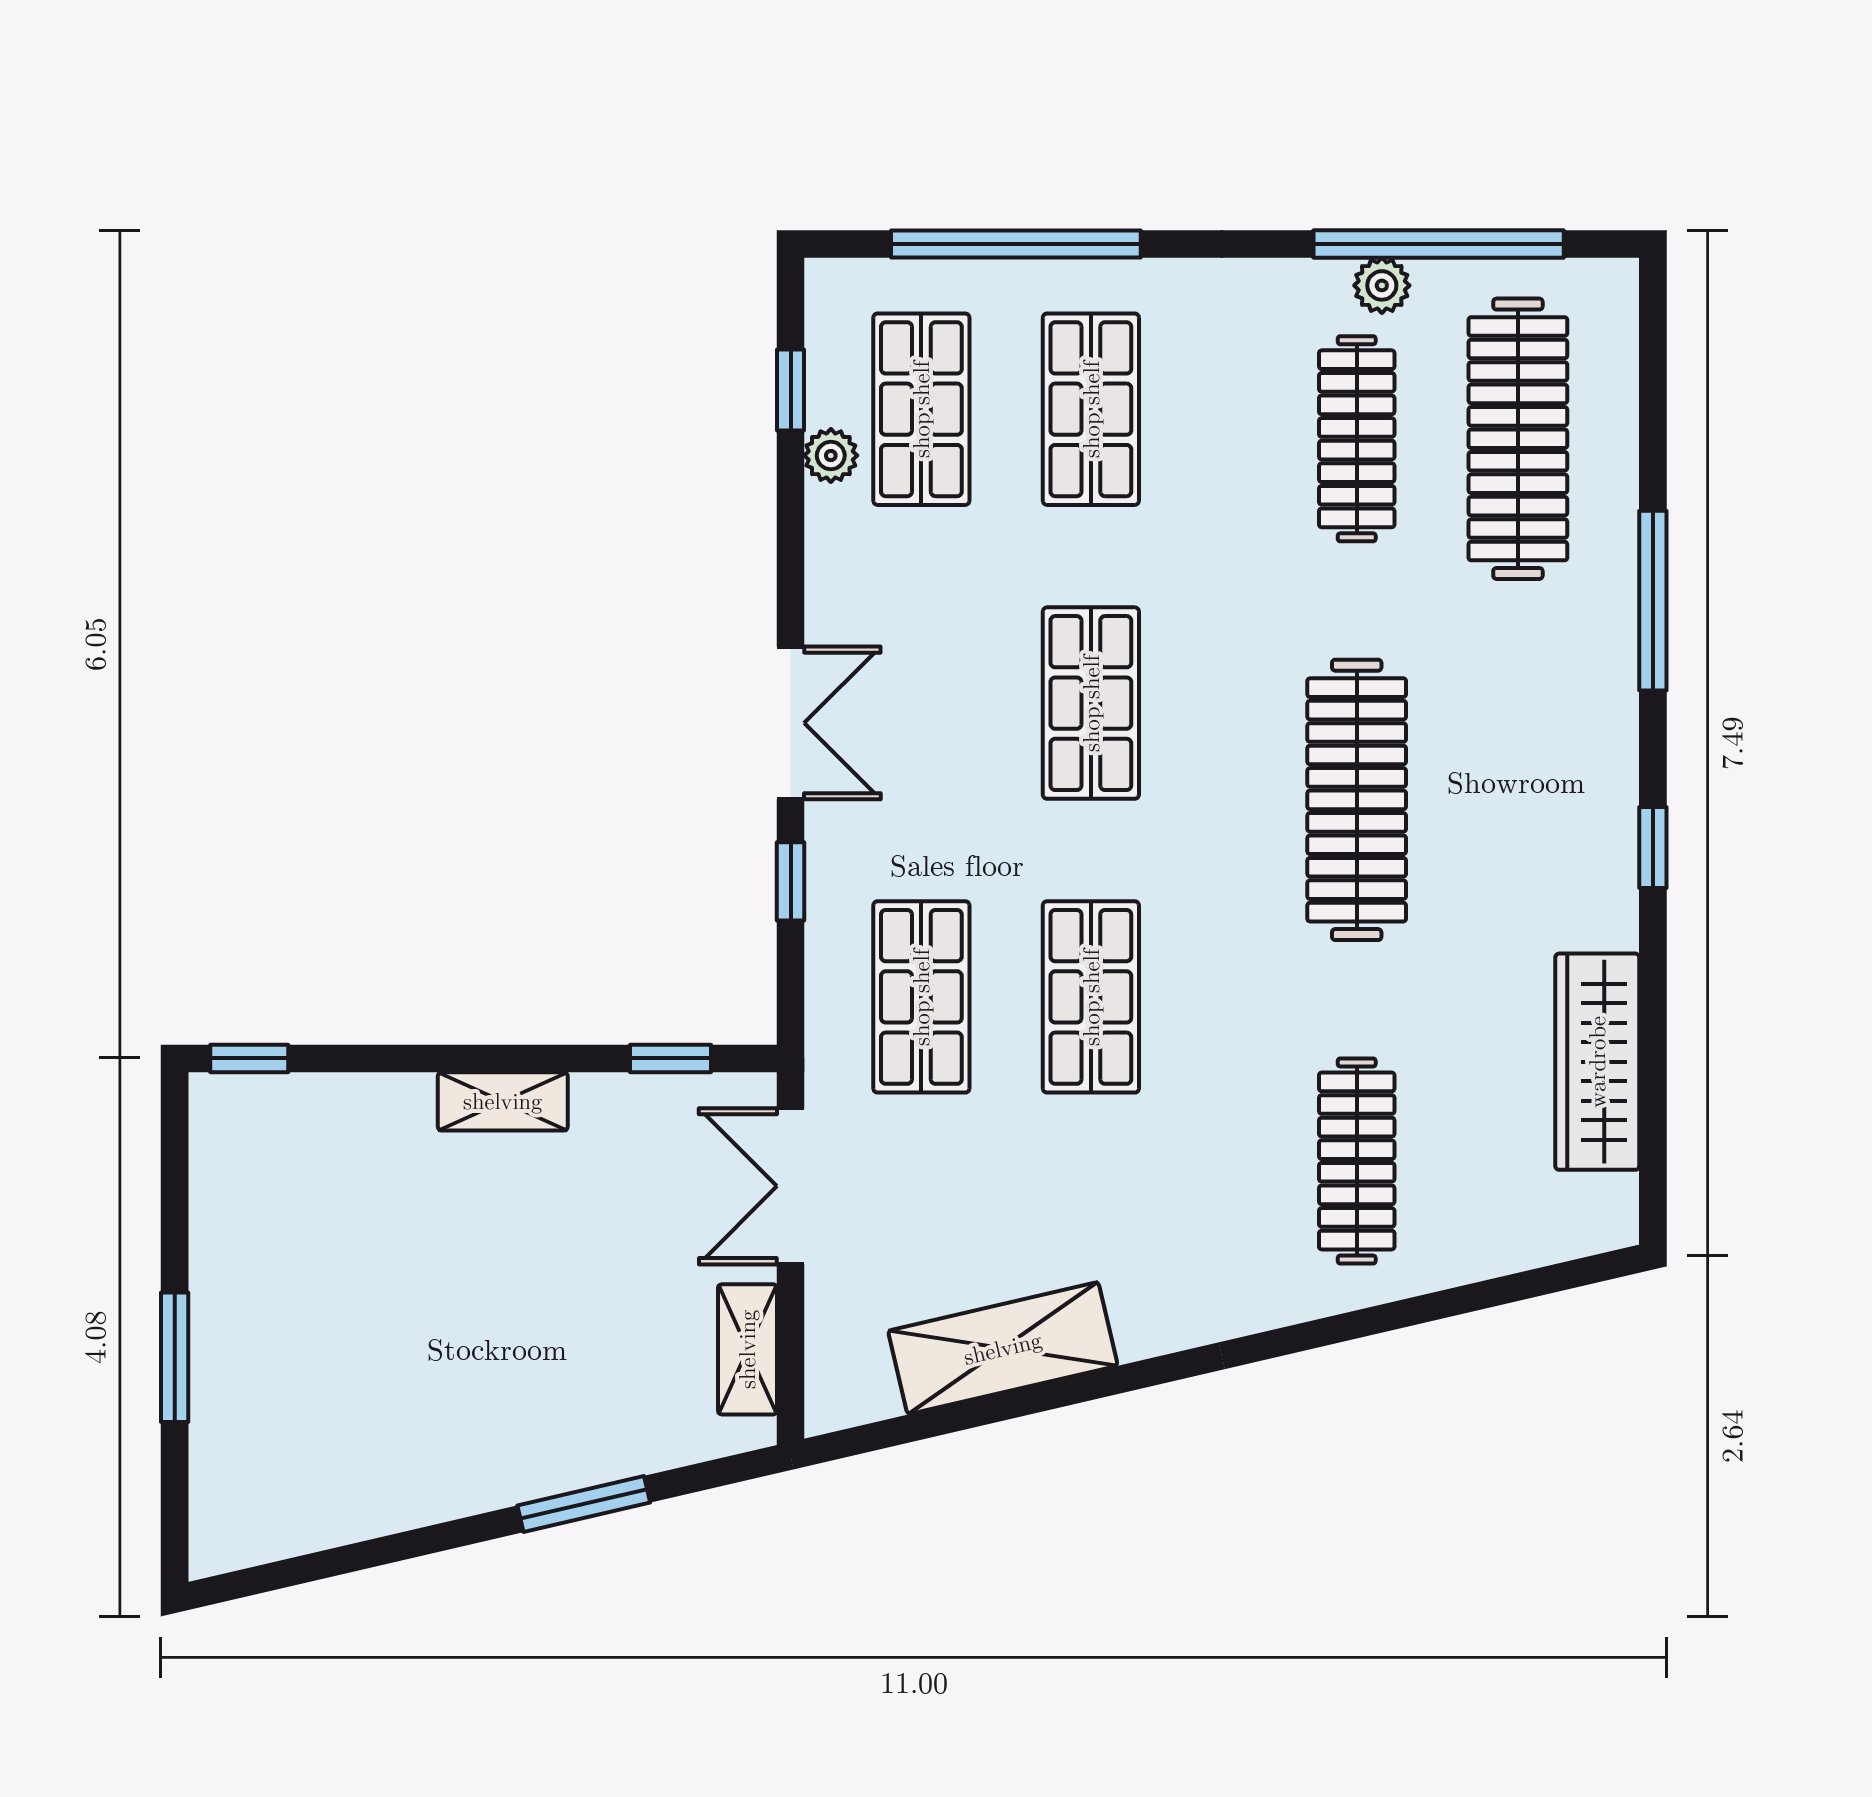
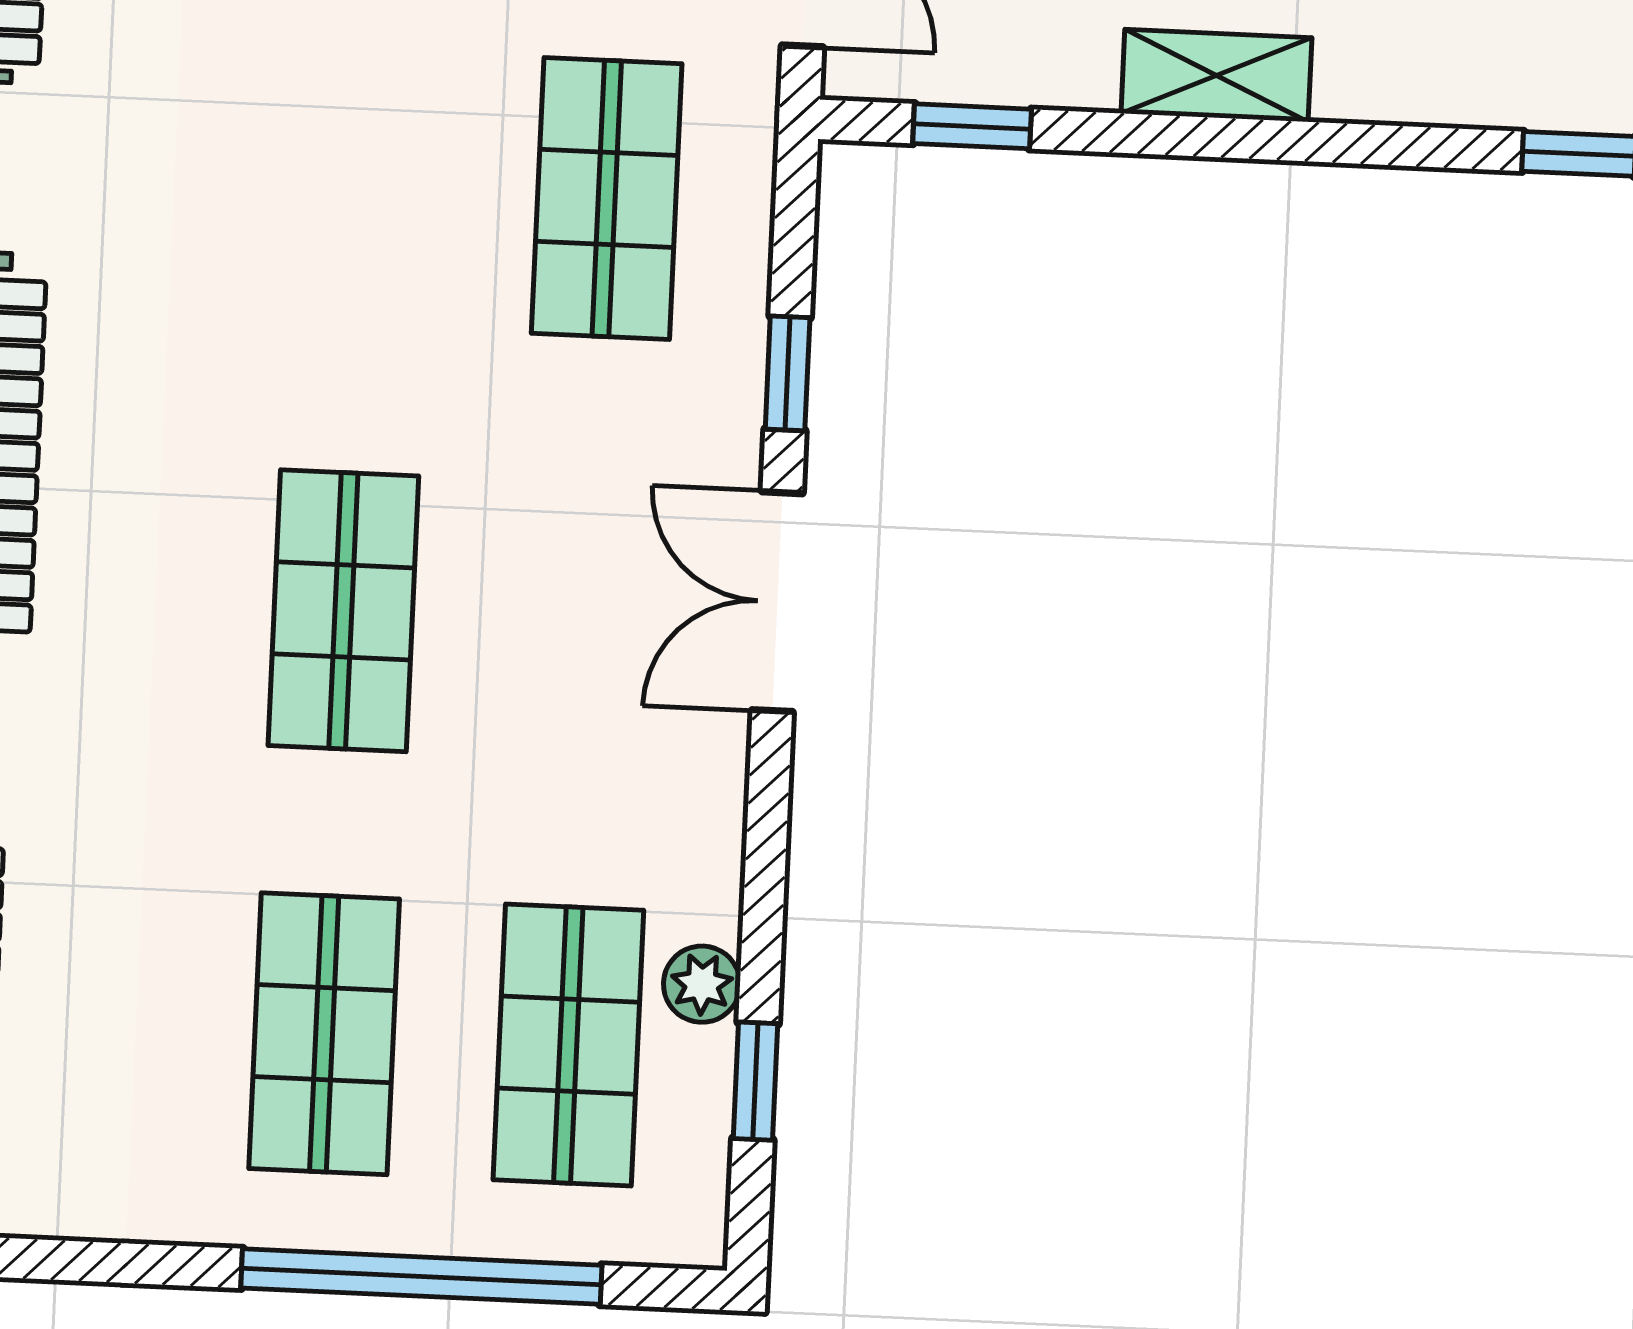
shop shelf: (1091, 997) -> (363, 187), removed

